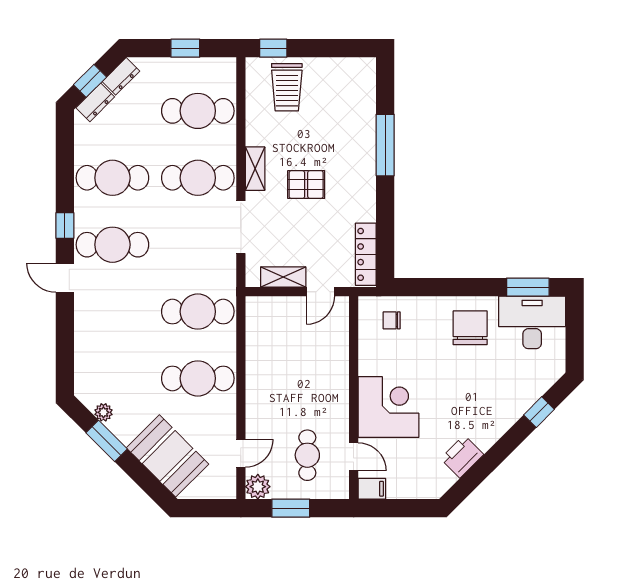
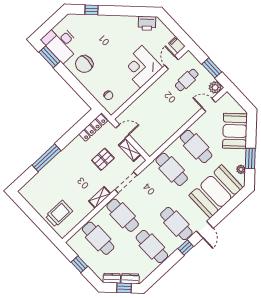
window: (273, 48) -> (49, 232), removed
pallet: (306, 185) -> (103, 159), moved, turned 90
booth: (105, 346) -> (216, 191), added
printer: (462, 457) -> (147, 23), moved

